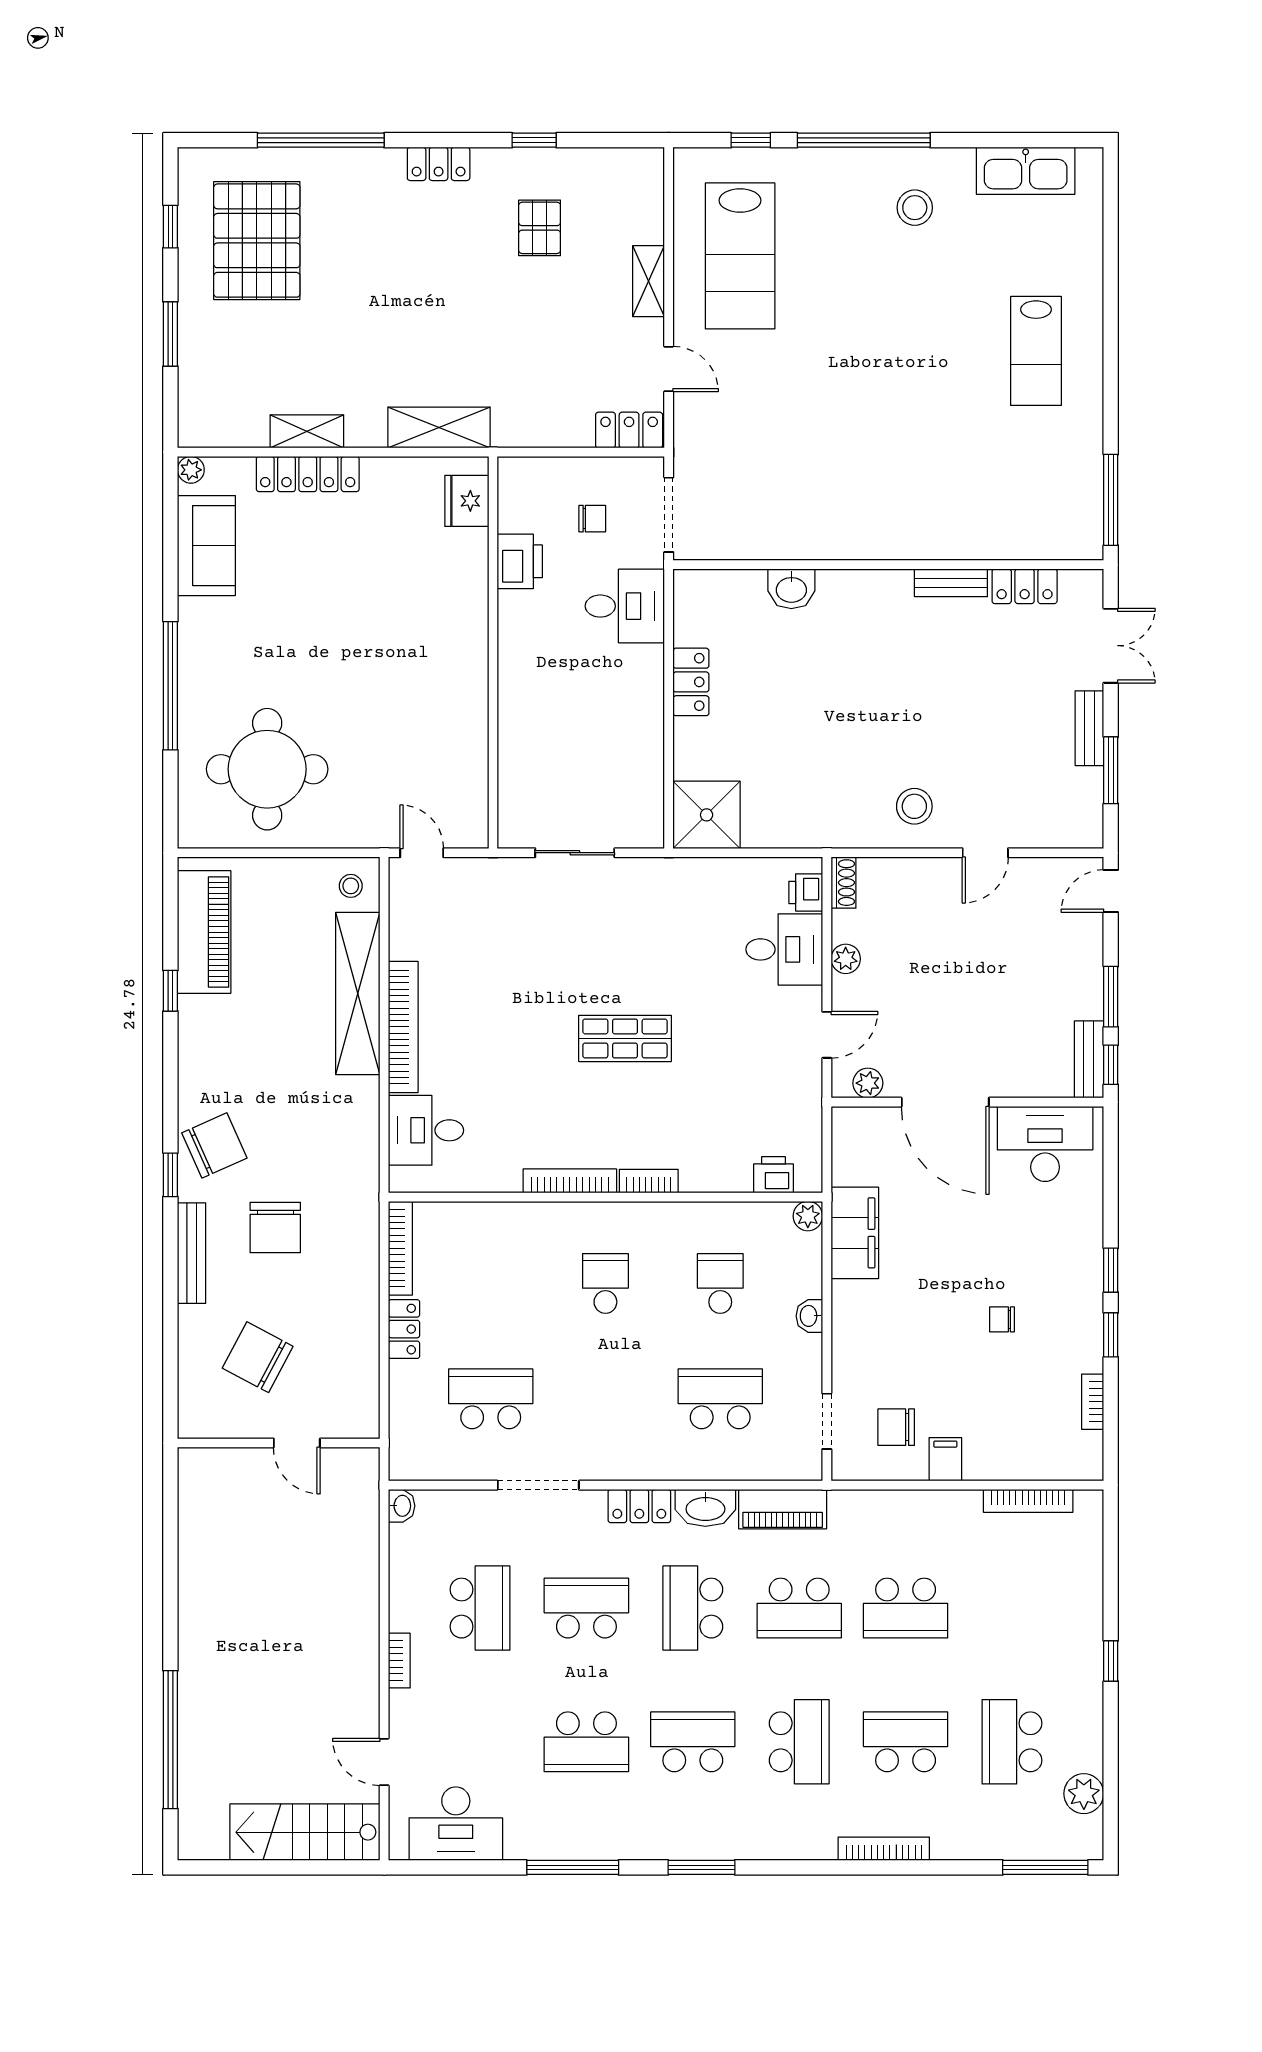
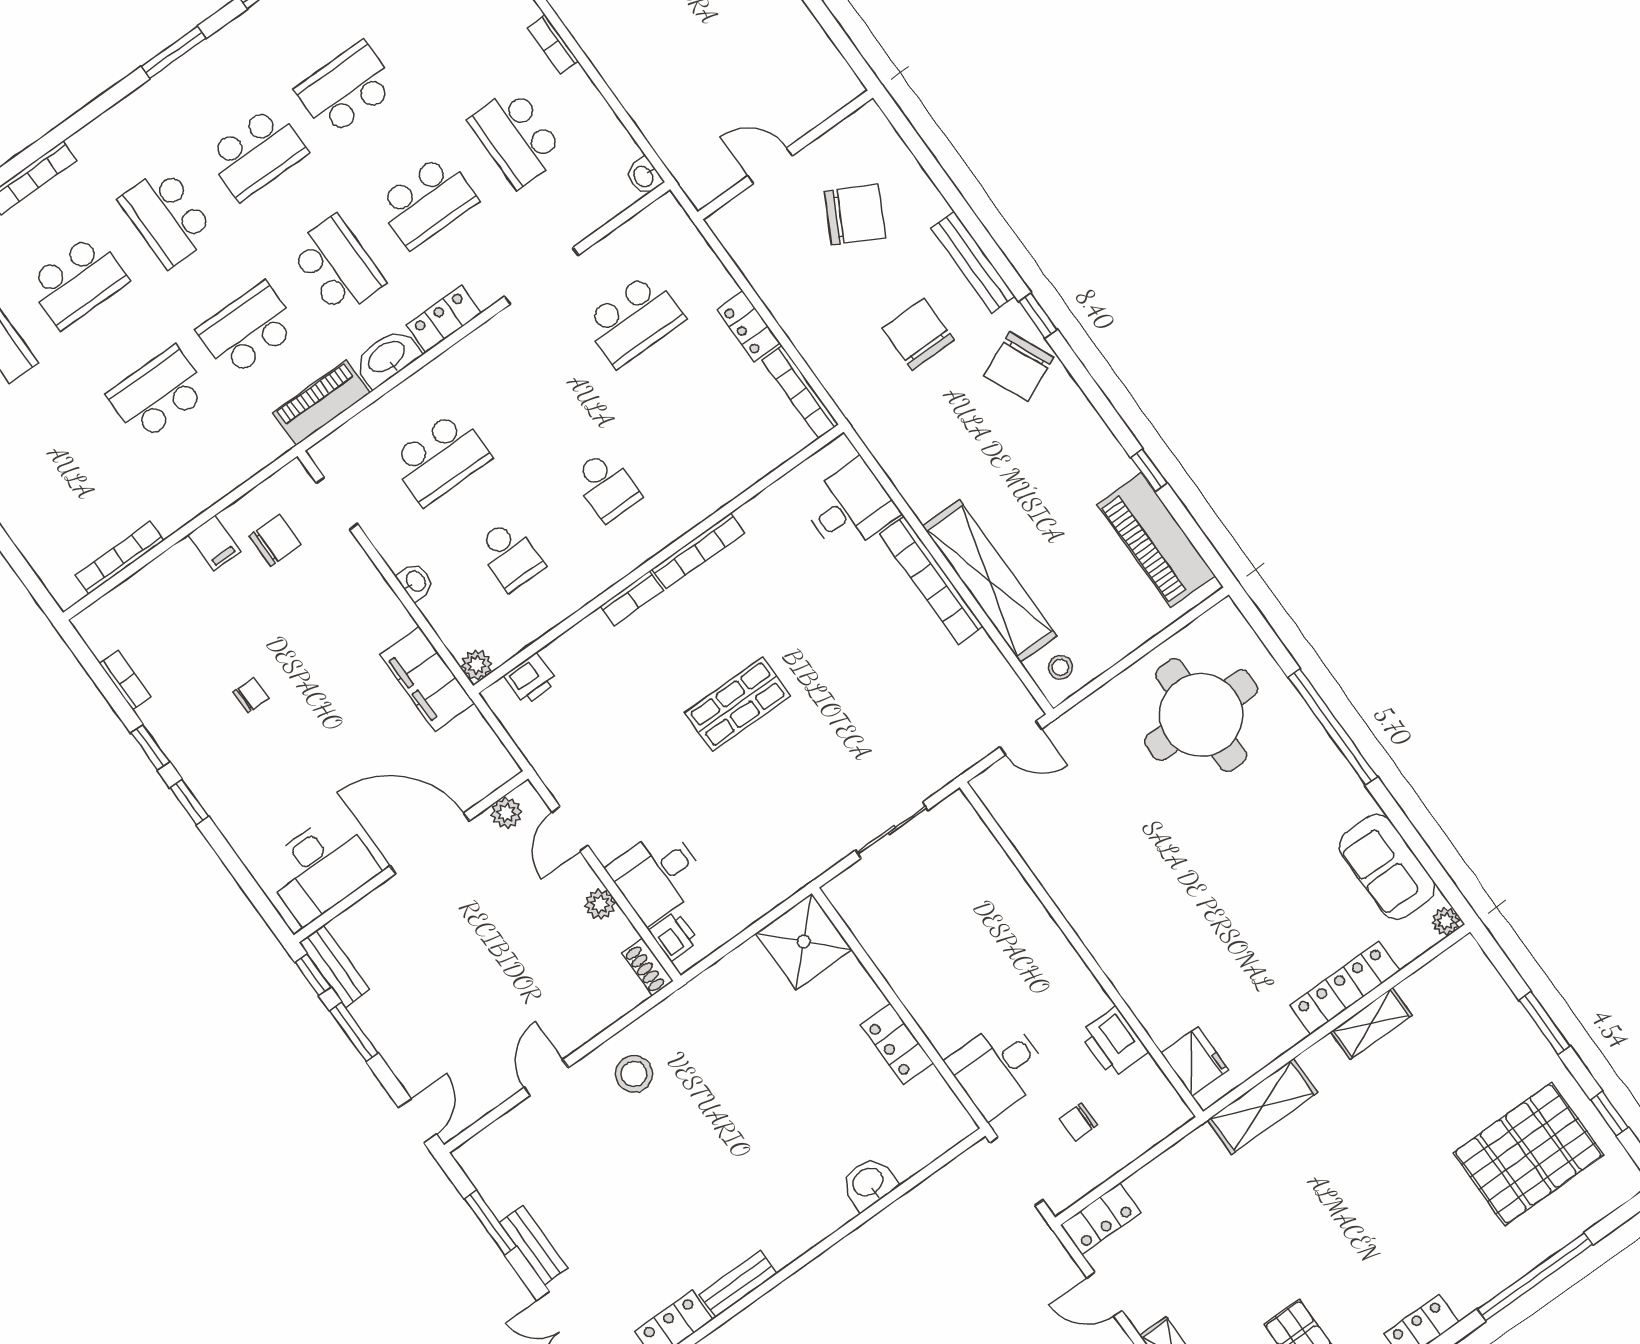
pallet: (257, 241) -> (1528, 1154), turned 90

